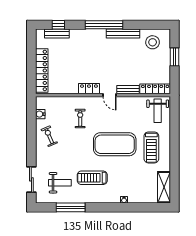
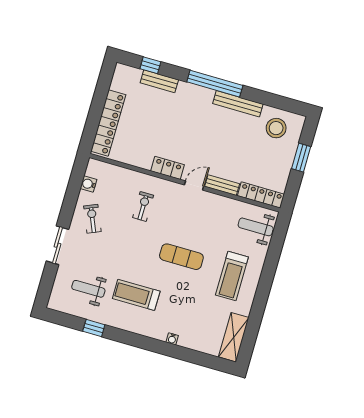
bench: (57, 34) -> (159, 81), moved
door: (110, 95) -> (194, 185), swing flipped
weight bench: (158, 111) -> (256, 227), turned 90
exercise mat: (115, 144) -> (181, 257), width x0.50, depth x0.69
sliding door: (31, 179) -> (57, 245), moved
weight bench: (60, 183) -> (88, 289), turned 180
window: (71, 207) -> (94, 328), width x0.46

